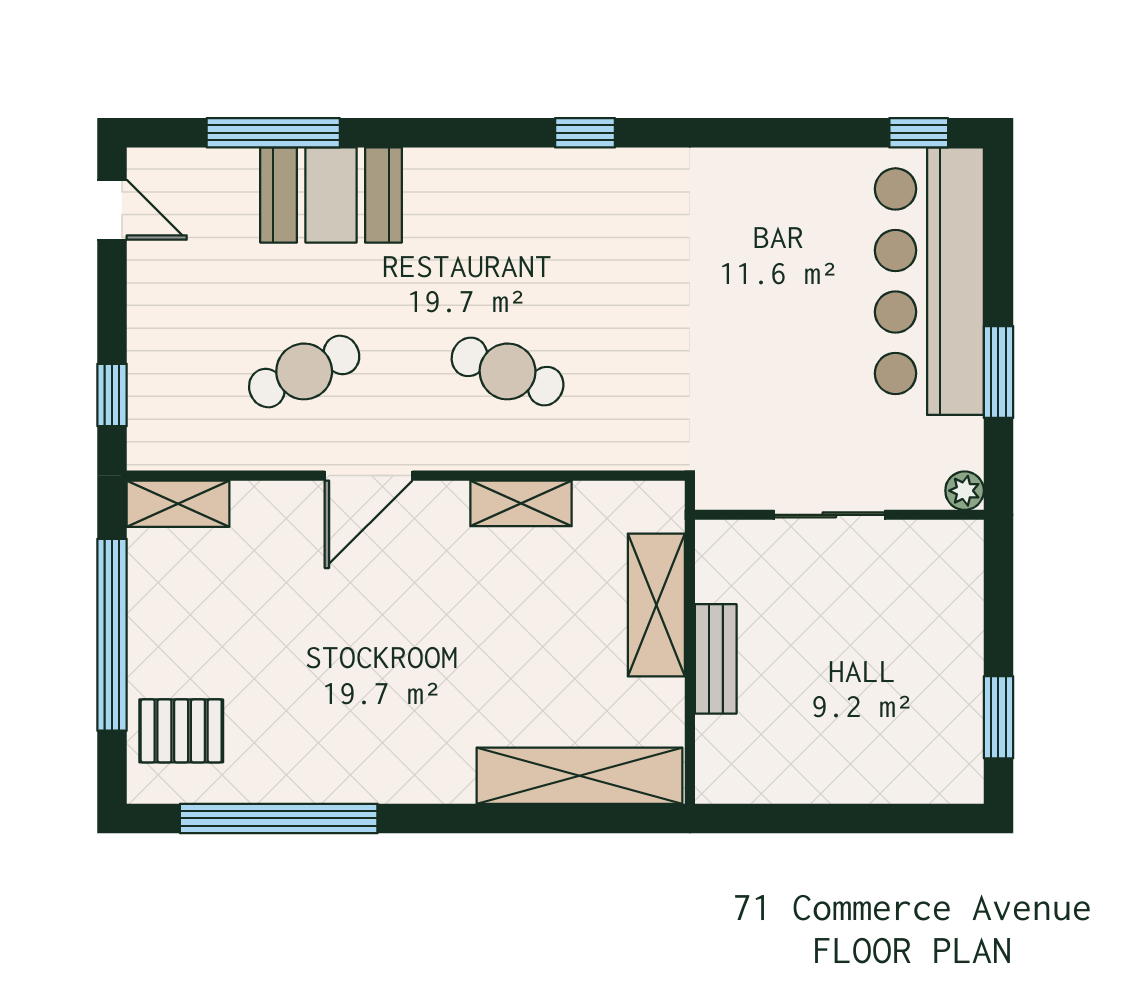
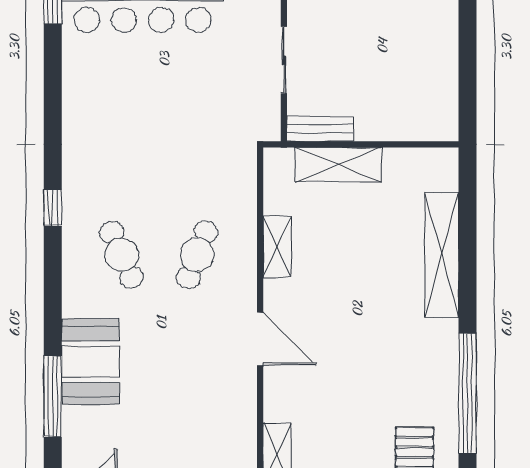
cafe table: (304, 371) -> (122, 255), moved
bench: (716, 659) -> (320, 129), moved
shelving: (579, 776) -> (442, 255), moved

